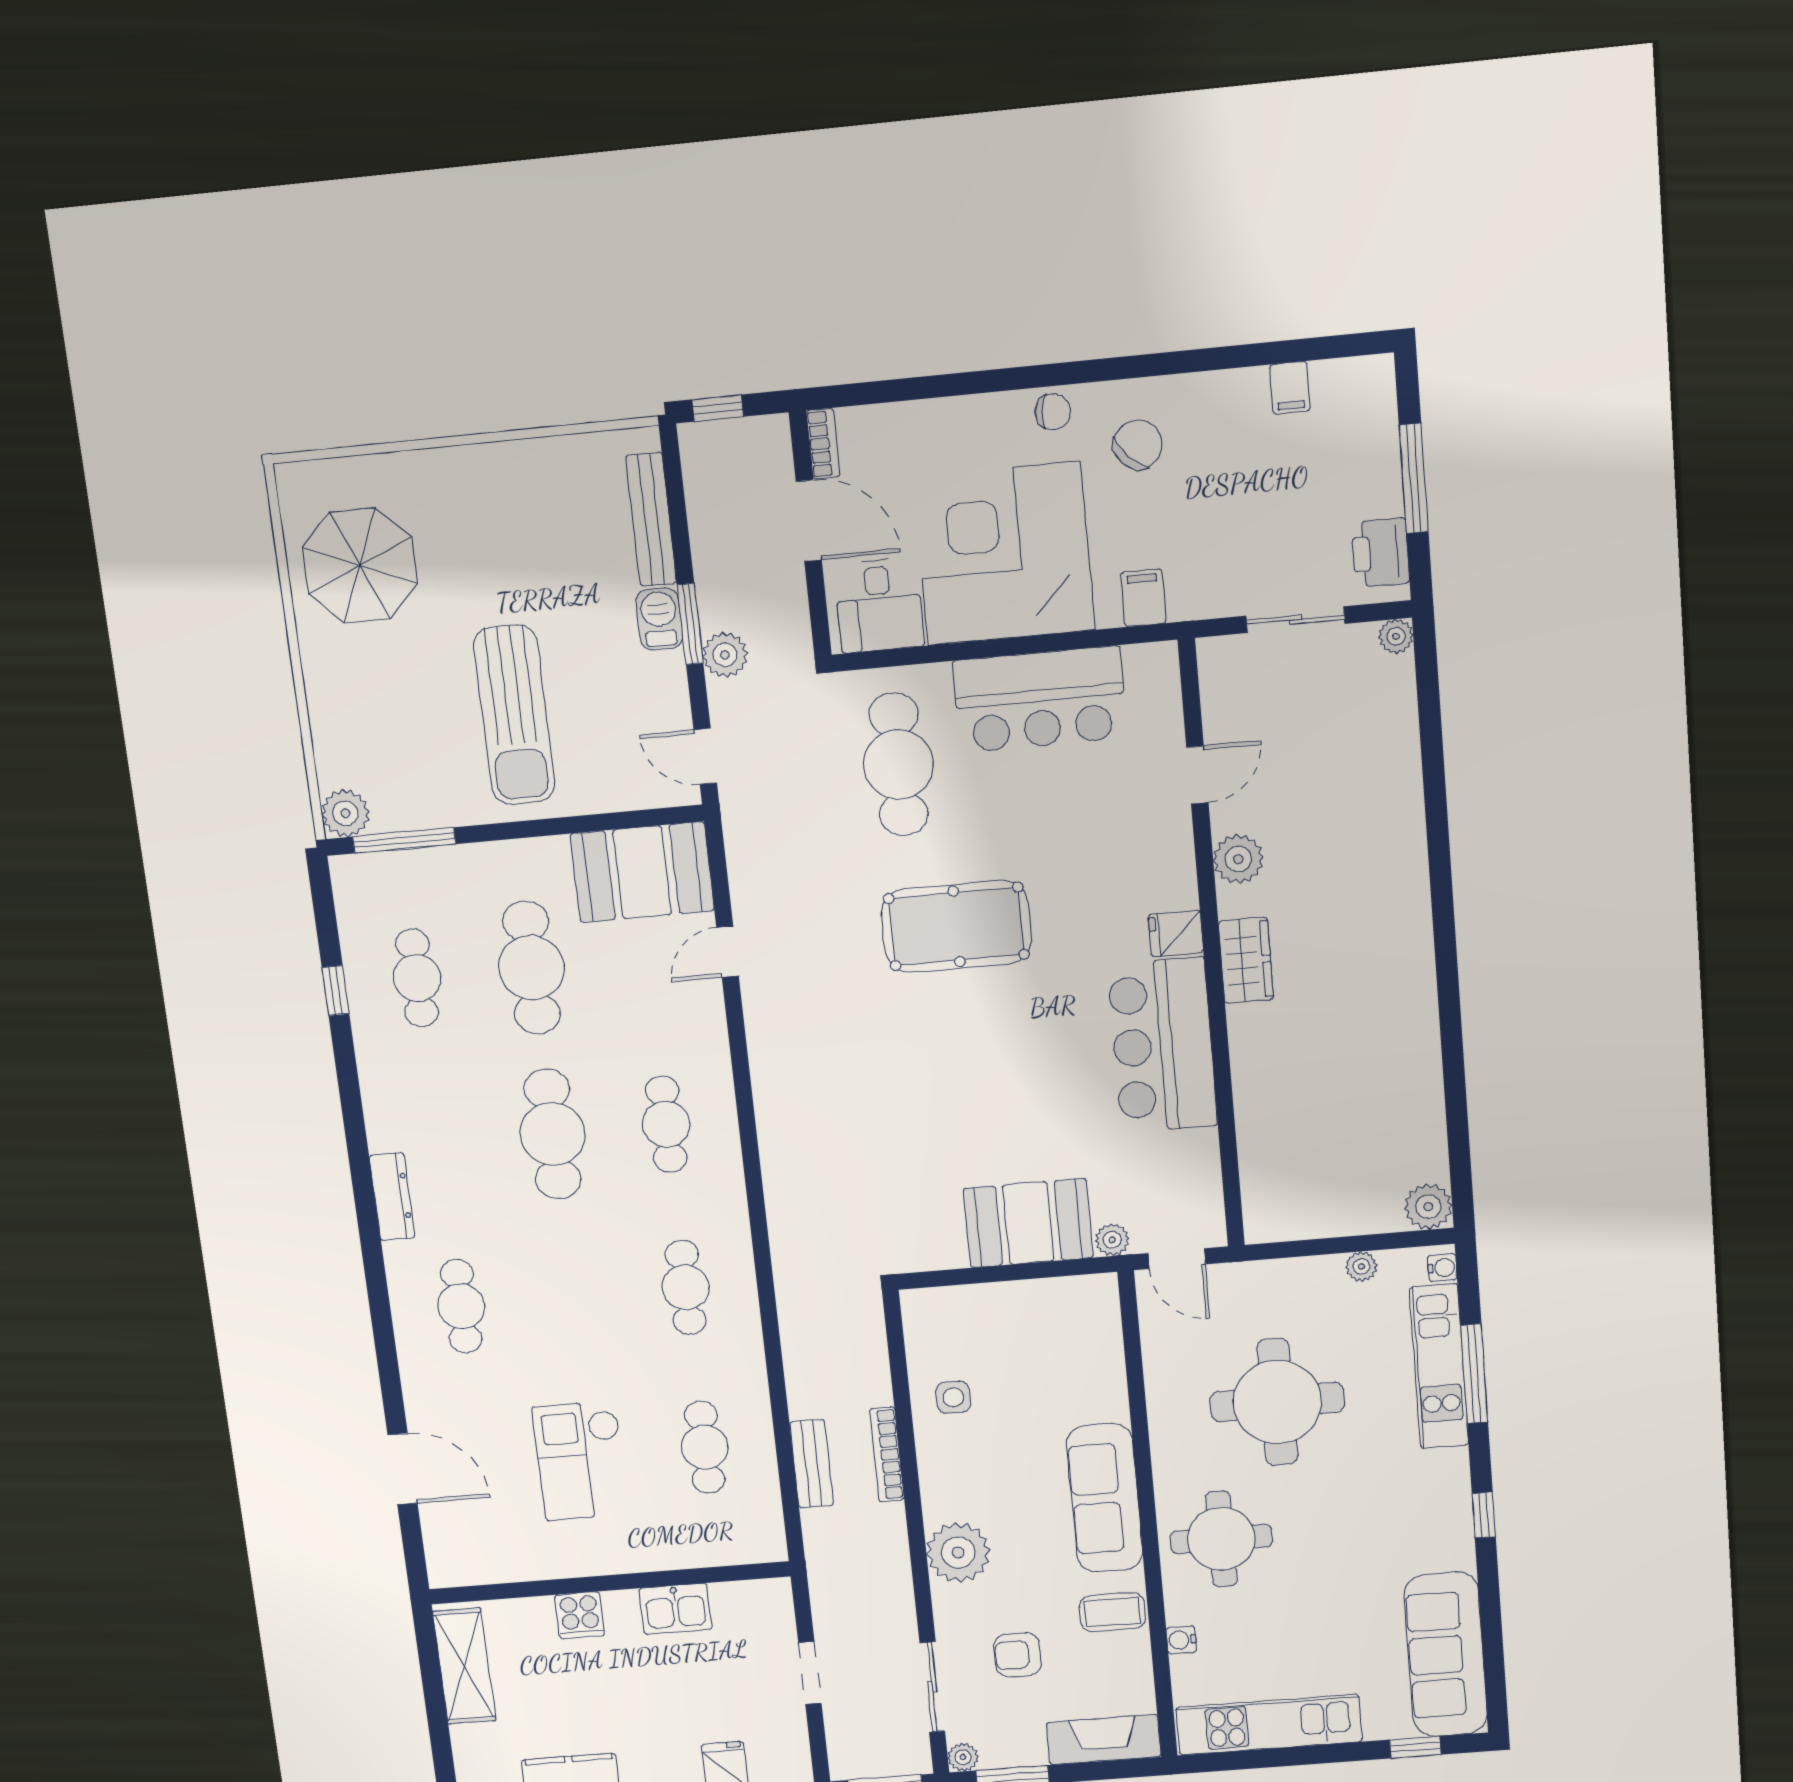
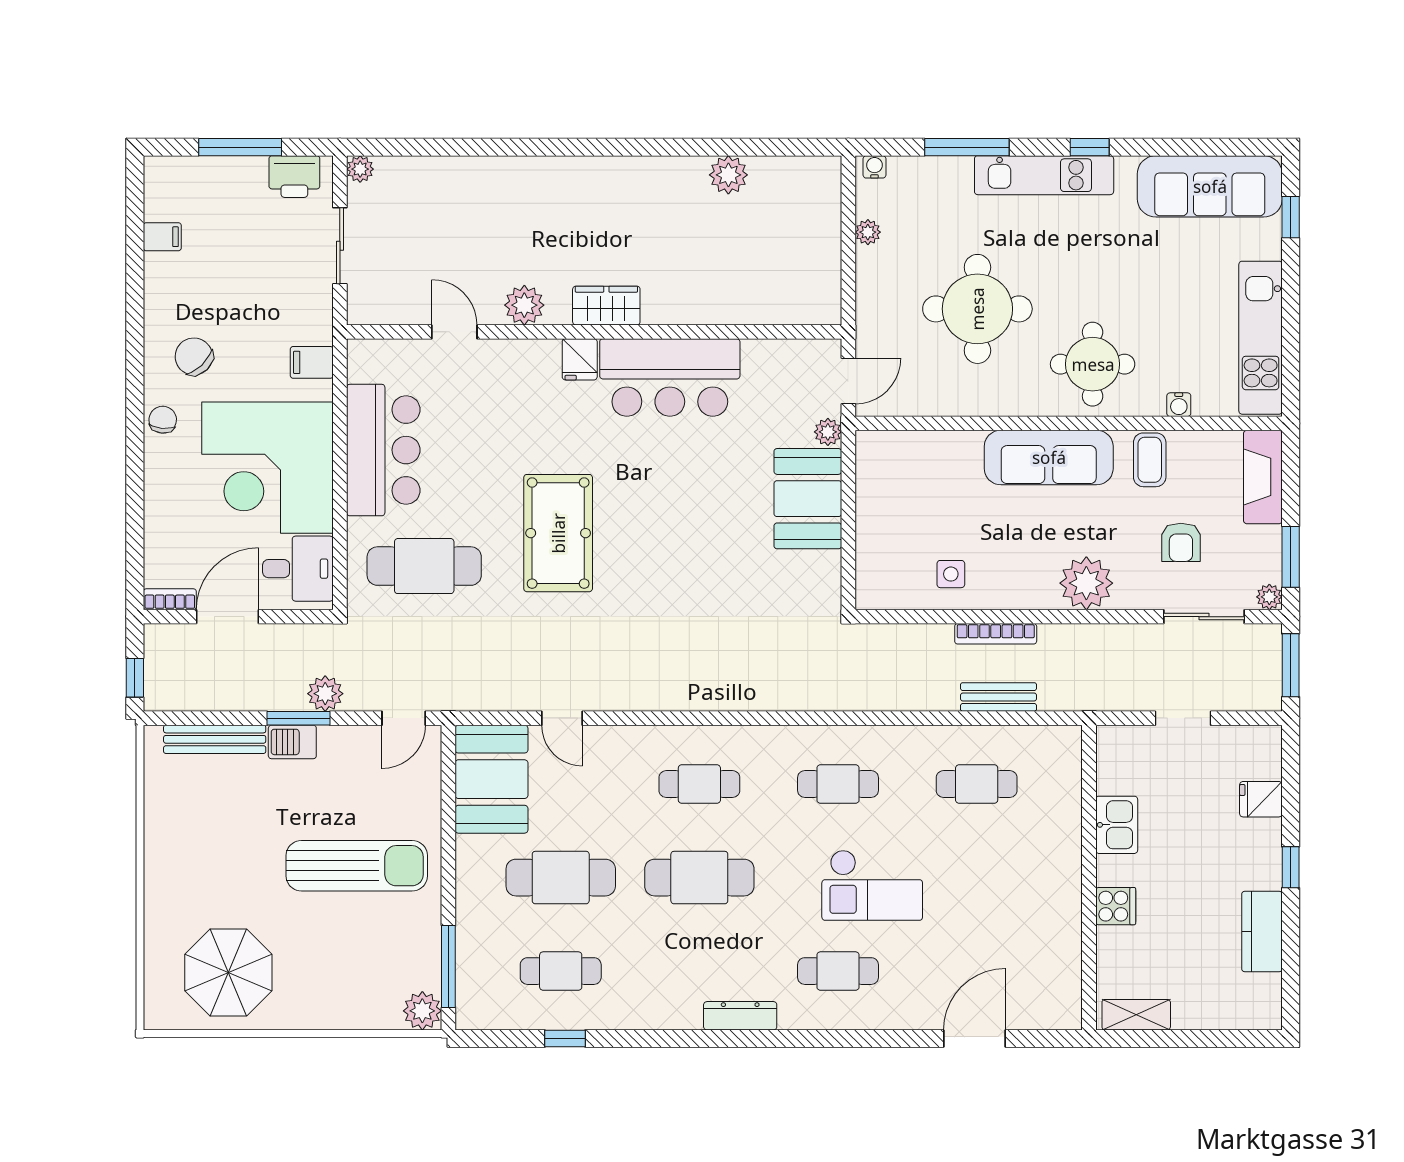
plant: (1428, 1207) -> (728, 175), moved
kitchen unit: (1439, 1366) -> (1044, 175), moved
checkout: (581, 1461) -> (872, 885), moved
shelving: (464, 1666) -> (1136, 1015), width x0.67, depth x0.75

